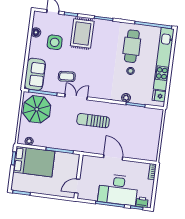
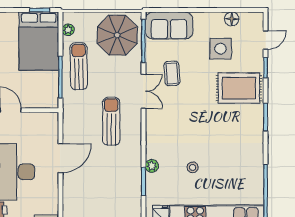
cafe table: (132, 46) -> (230, 165), removed
sun lounger: (54, 137) -> (79, 66), added

